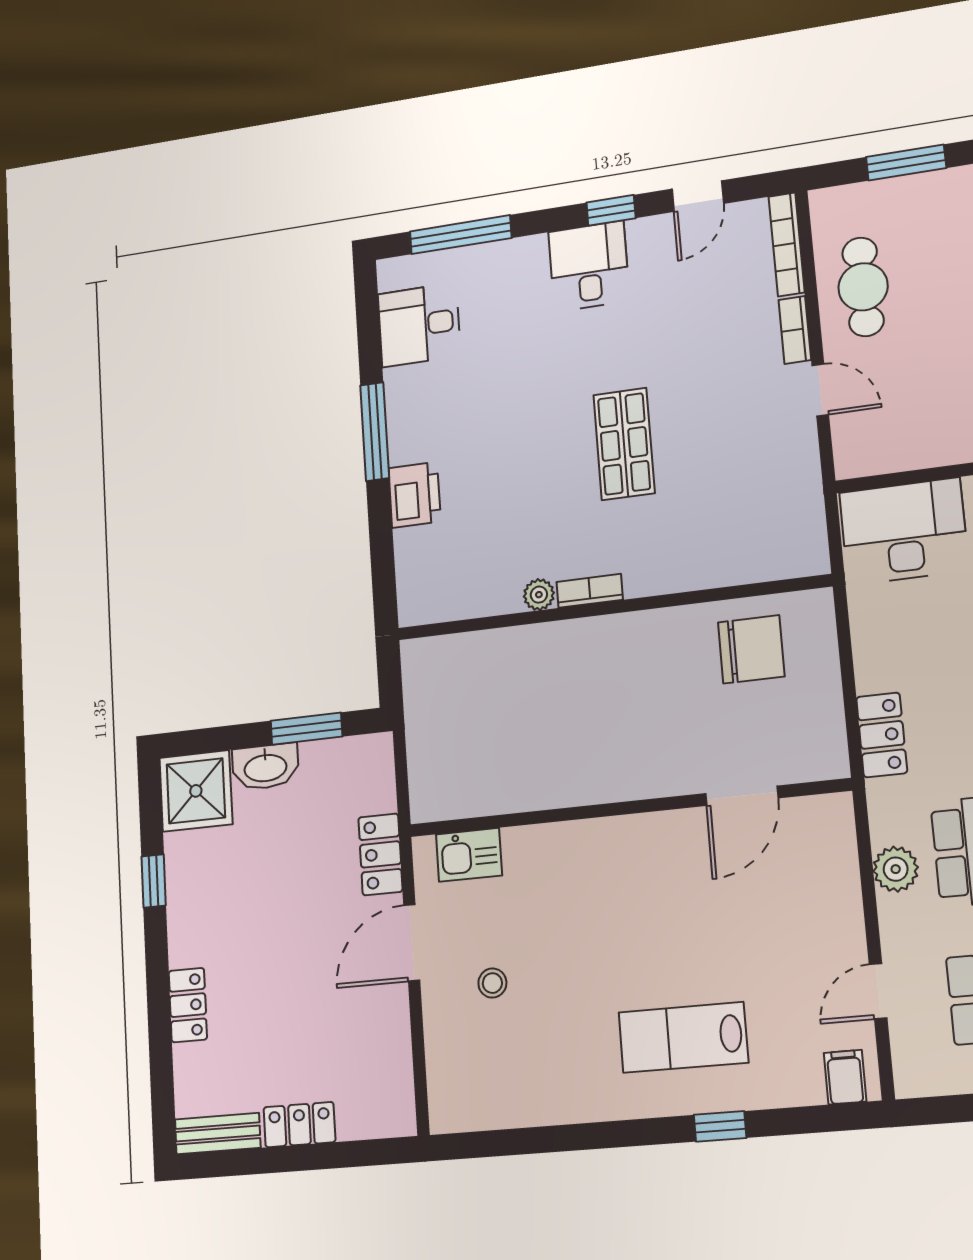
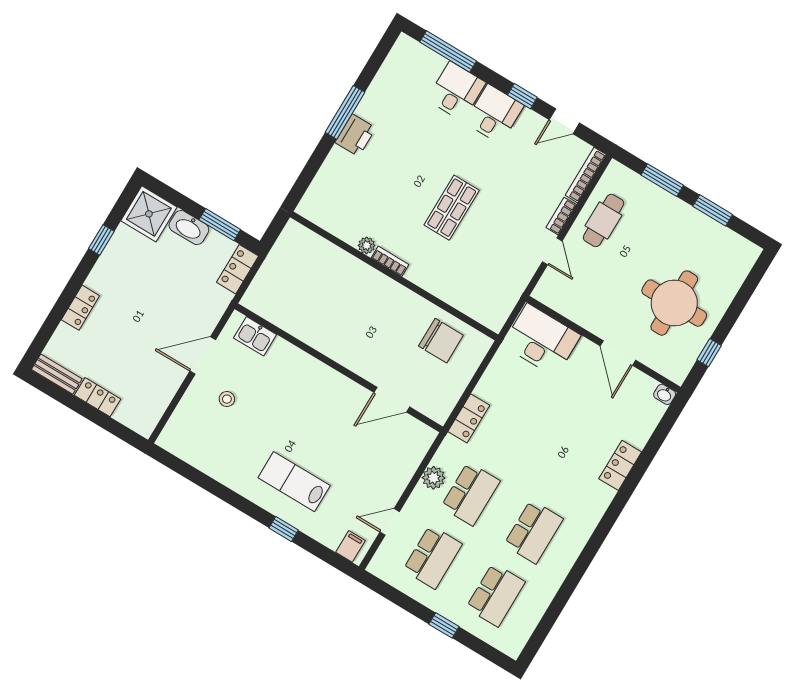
desk: (419, 325) -> (456, 91), moved, turned 90
printer: (415, 495) -> (355, 135), moved
locker: (380, 854) -> (238, 269), moved

